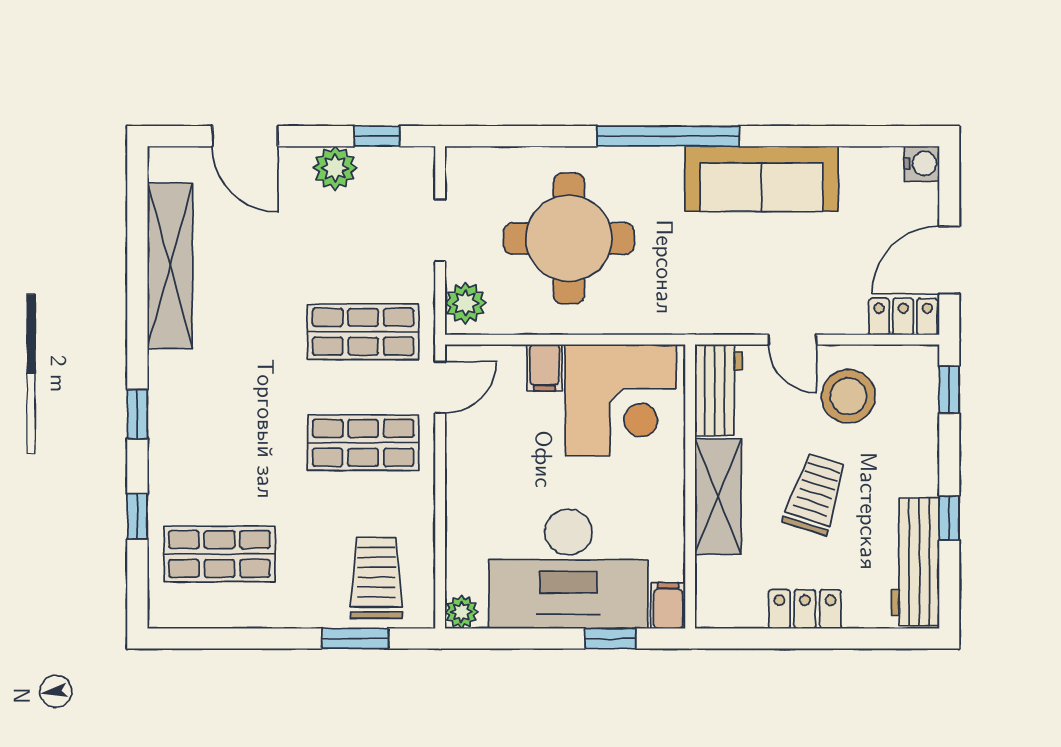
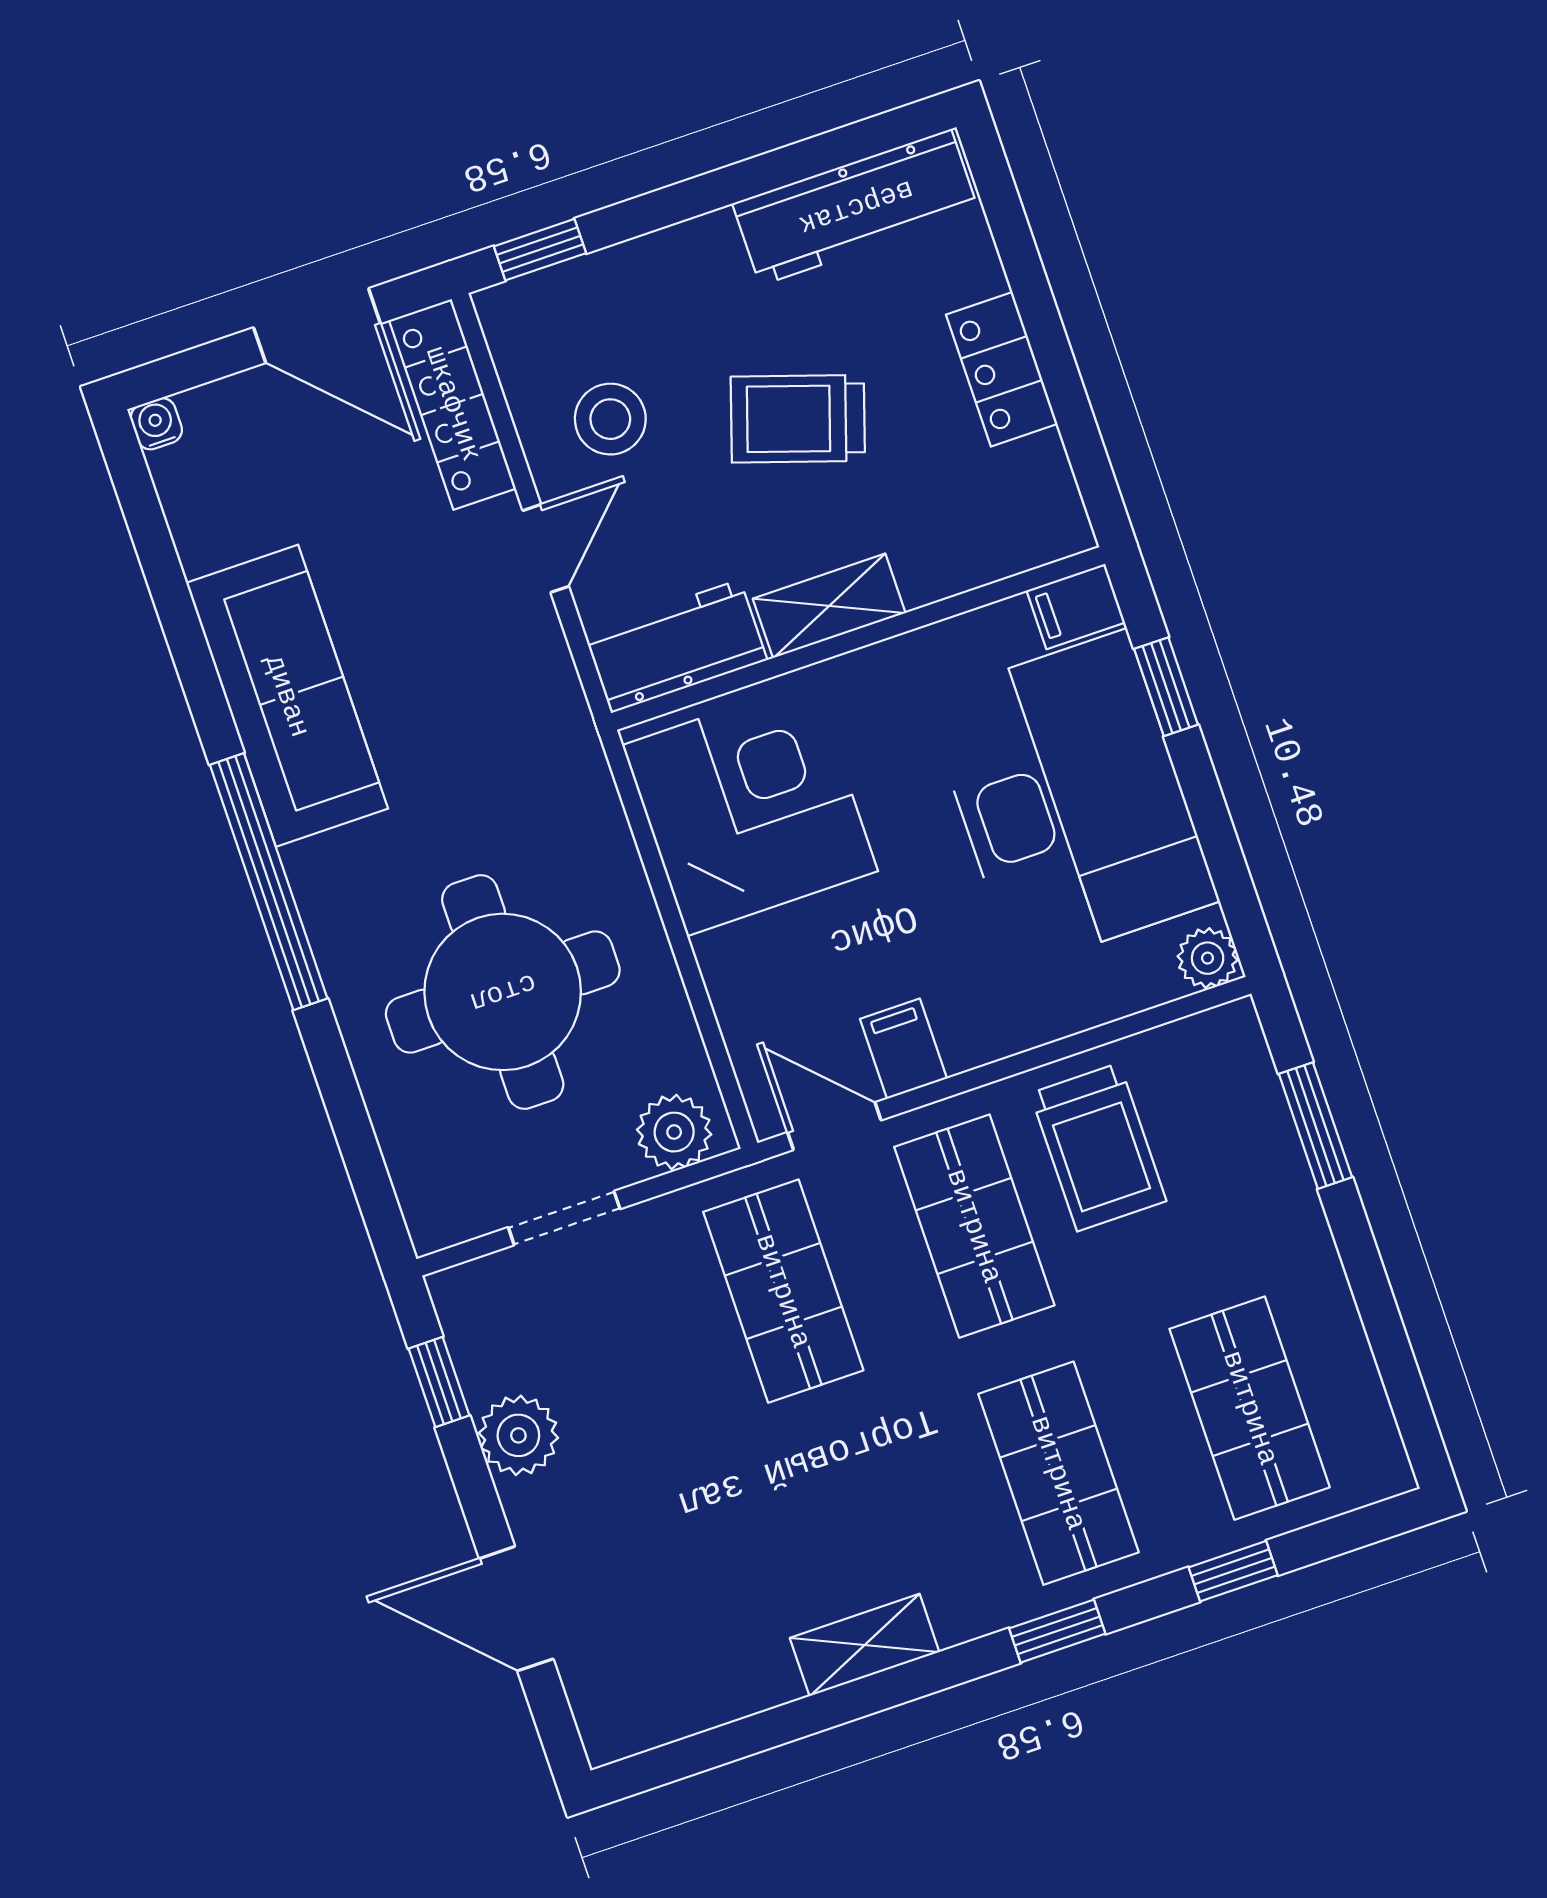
door: (245, 136) -> (516, 1609), swing flipped
water cooler: (922, 164) -> (156, 424), width x0.72, depth x0.72
shelving: (170, 266) -> (865, 1645), width x0.45, depth x0.75
locker: (903, 317) -> (453, 404), width x1.53
filing cabinet: (545, 368) -> (903, 1049), moved, turned -90
stool: (848, 396) -> (610, 419), width x0.73, depth x0.73
shop shelf: (219, 443) -> (1058, 1473), added
shelving: (718, 496) -> (829, 606), width x0.67, depth x0.75
window: (949, 518) -> (760, 175), removed
trolley: (376, 578) -> (1098, 1147), moved, turned -90

